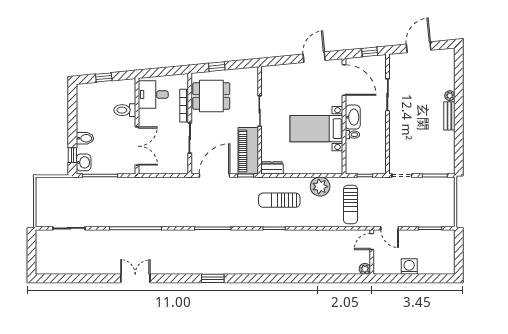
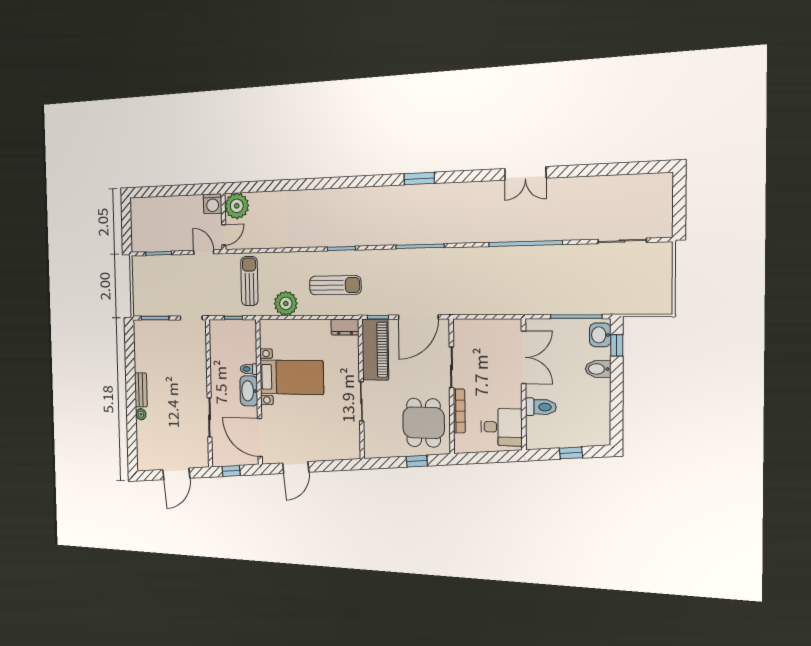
dining table: (211, 96) -> (424, 423), turned 90
double door: (137, 146) -> (524, 357), swing flipped
washing machine: (409, 267) -> (213, 204), moved
plant: (365, 269) -> (237, 206), width x1.88, depth x1.88

